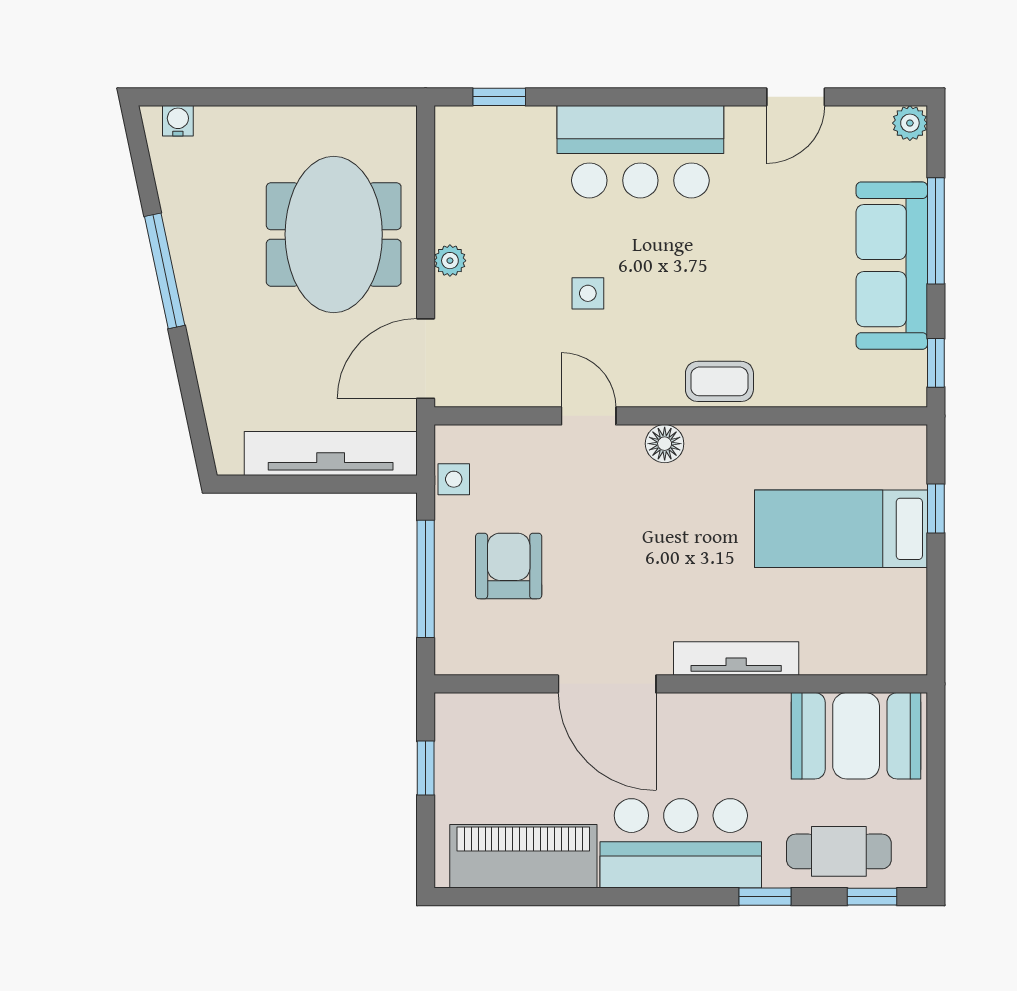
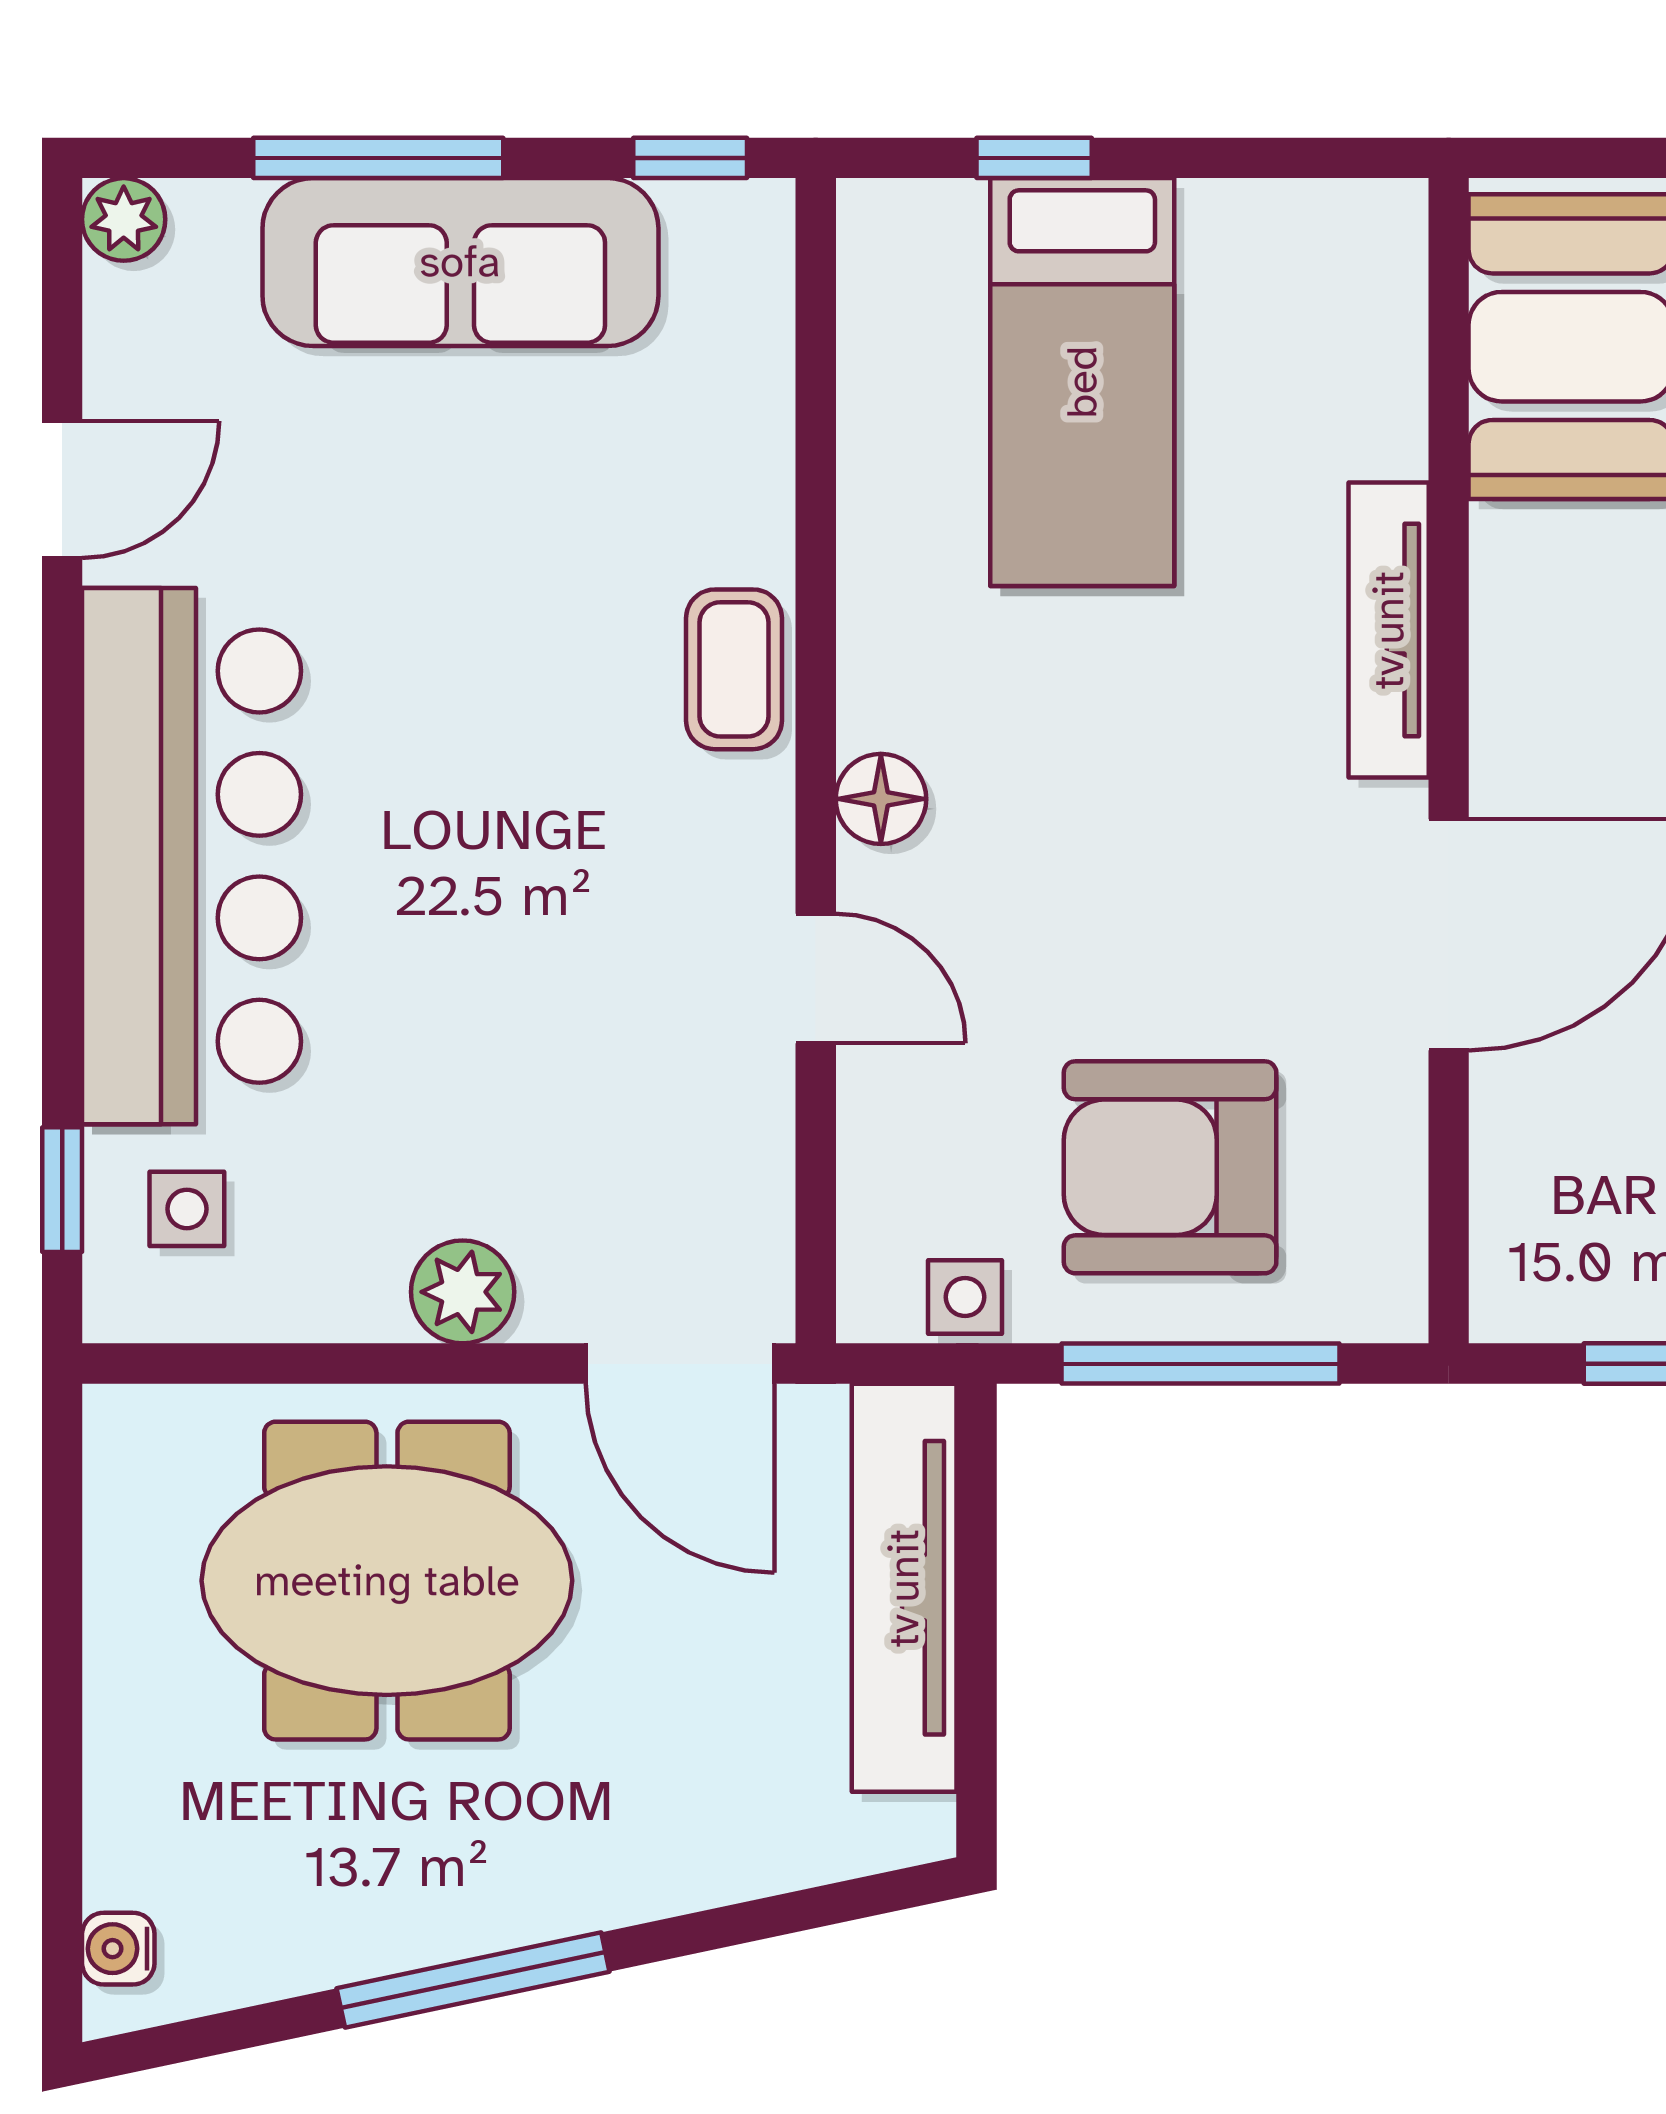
door: (796, 97) -> (62, 489), hinge flipped
bar counter: (640, 152) -> (192, 856), width x1.36
plant: (450, 261) -> (463, 1292), width x1.38, depth x1.38
side table: (588, 293) -> (187, 1209), moved
door: (589, 416) -> (816, 978), swing flipped
armchair: (509, 566) -> (1170, 1167), width x1.36, depth x1.36

